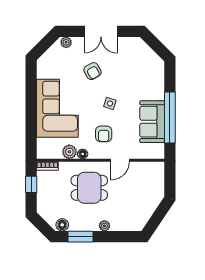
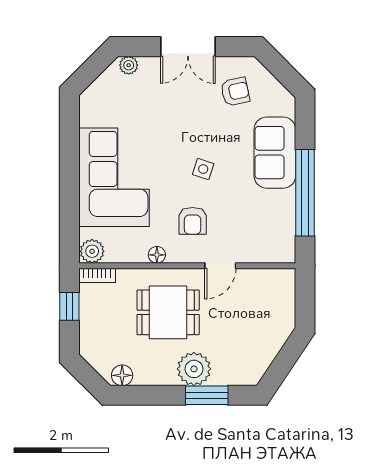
armchair: (92, 71) -> (235, 92), moved, turned -72
sofa: (152, 122) -> (275, 153), moved
plant: (69, 152) -> (92, 251), moved
plant: (104, 226) -> (194, 369), width x1.88, depth x1.88
window: (80, 237) -> (207, 395), moved

